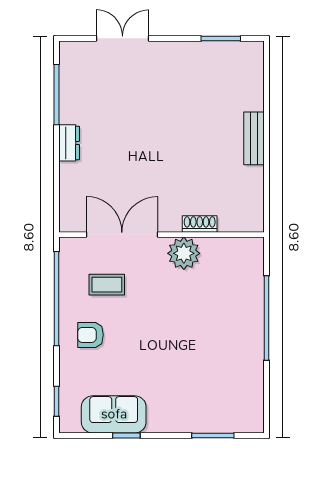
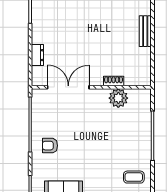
dresser: (69, 143) -> (37, 55), moved
plant: (184, 253) -> (118, 98), moved
coffee table: (107, 285) -> (134, 177), moved

